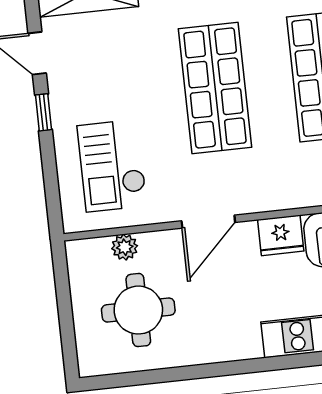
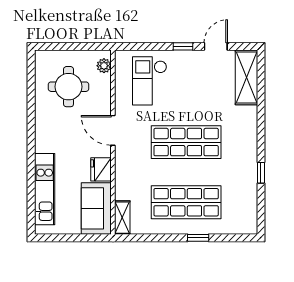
checkout: (112, 166) -> (150, 81), turned -90
plant: (125, 247) -> (104, 66), moved

